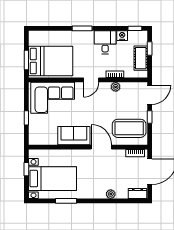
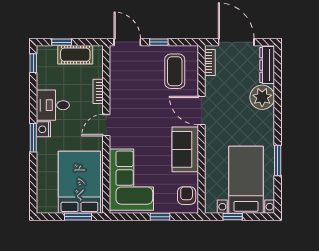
nightstand: (122, 36) -> (43, 129), moved
door: (91, 80) -> (106, 125), swing flipped
plant: (116, 87) -> (116, 90), removed
coffee table: (129, 128) -> (175, 71), width x0.73, depth x0.76
armchair: (41, 137) -> (187, 196), added
door: (101, 147) -> (201, 111), hinge flipped
plant: (111, 194) -> (262, 97), width x1.87, depth x1.87
dresser: (137, 194) -> (267, 65), width x1.44

